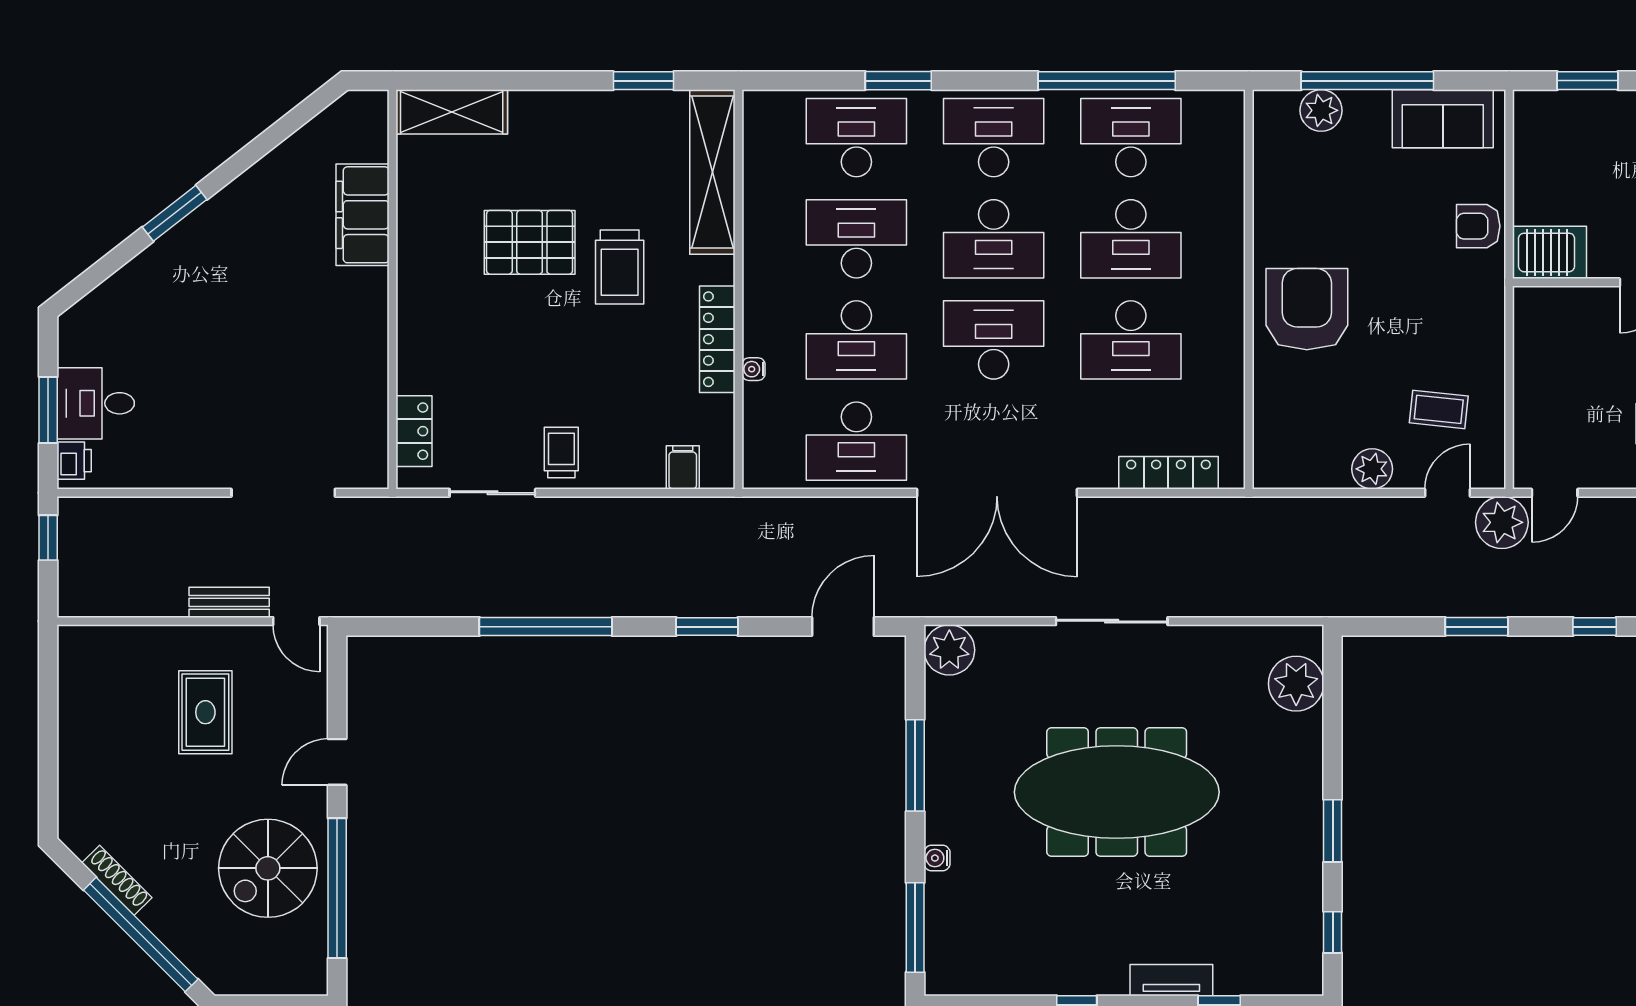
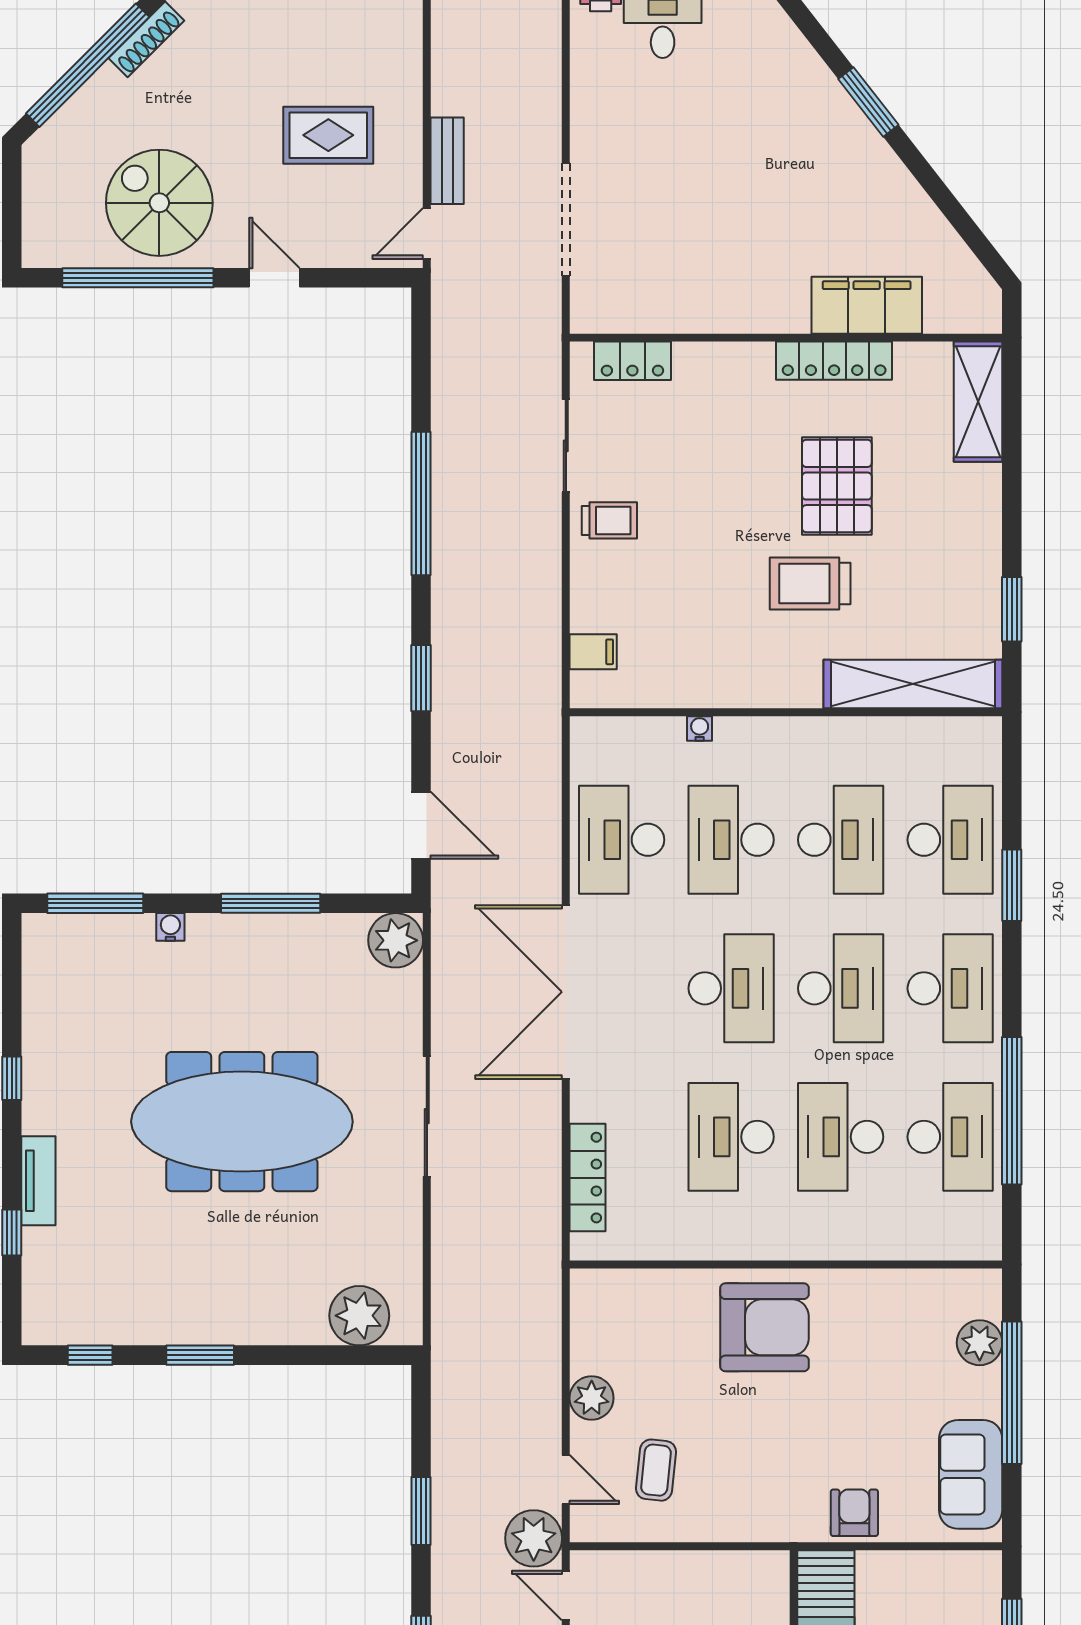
desk: (994, 239) -> (841, 988), turned 180
locker: (717, 339) -> (834, 361), moved, turned 180
meeting table: (1117, 792) -> (242, 1122), turned 90

